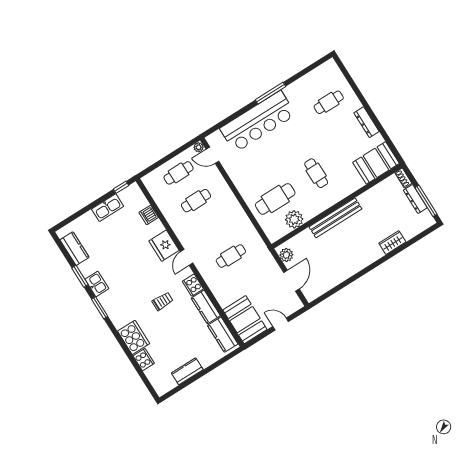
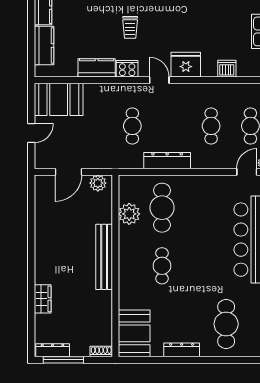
cafe table: (329, 102) -> (226, 324), width x1.37, depth x1.35
cafe table: (316, 173) -> (162, 266), turned 90
dresser: (415, 199) -> (53, 350), moved
dresser: (240, 216) -> (167, 161), added
door: (291, 281) -> (68, 172), hinge flipped
kitchen counter: (223, 335) -> (44, 45), moved, turned 90

